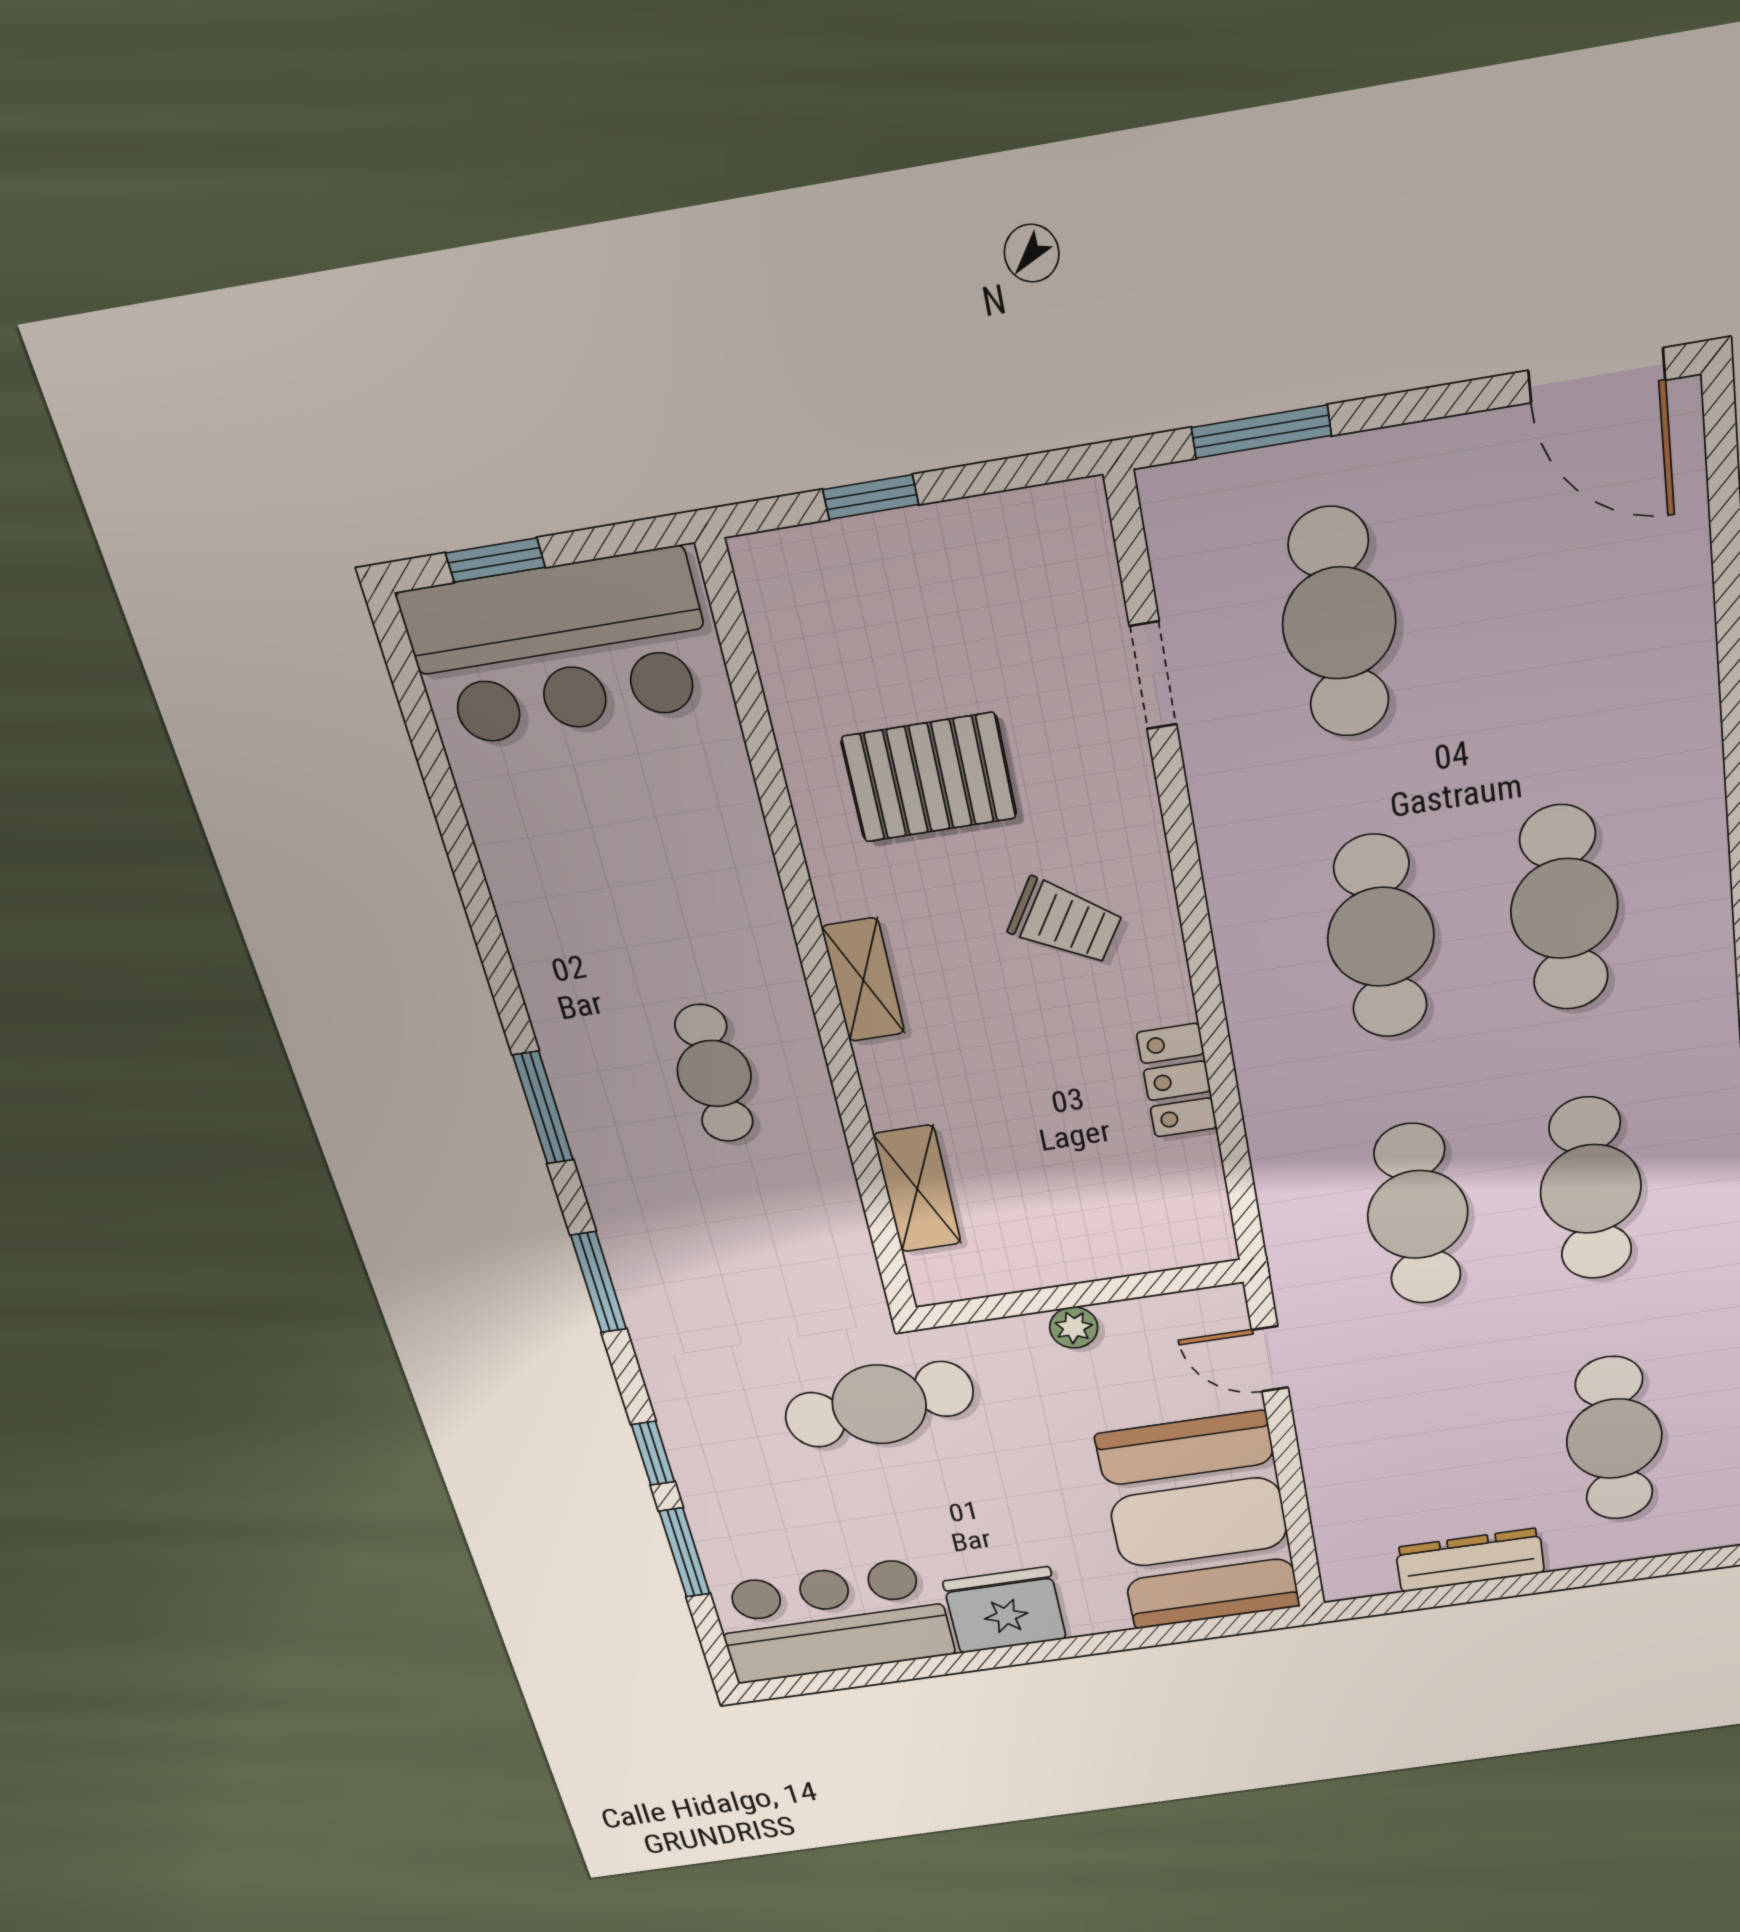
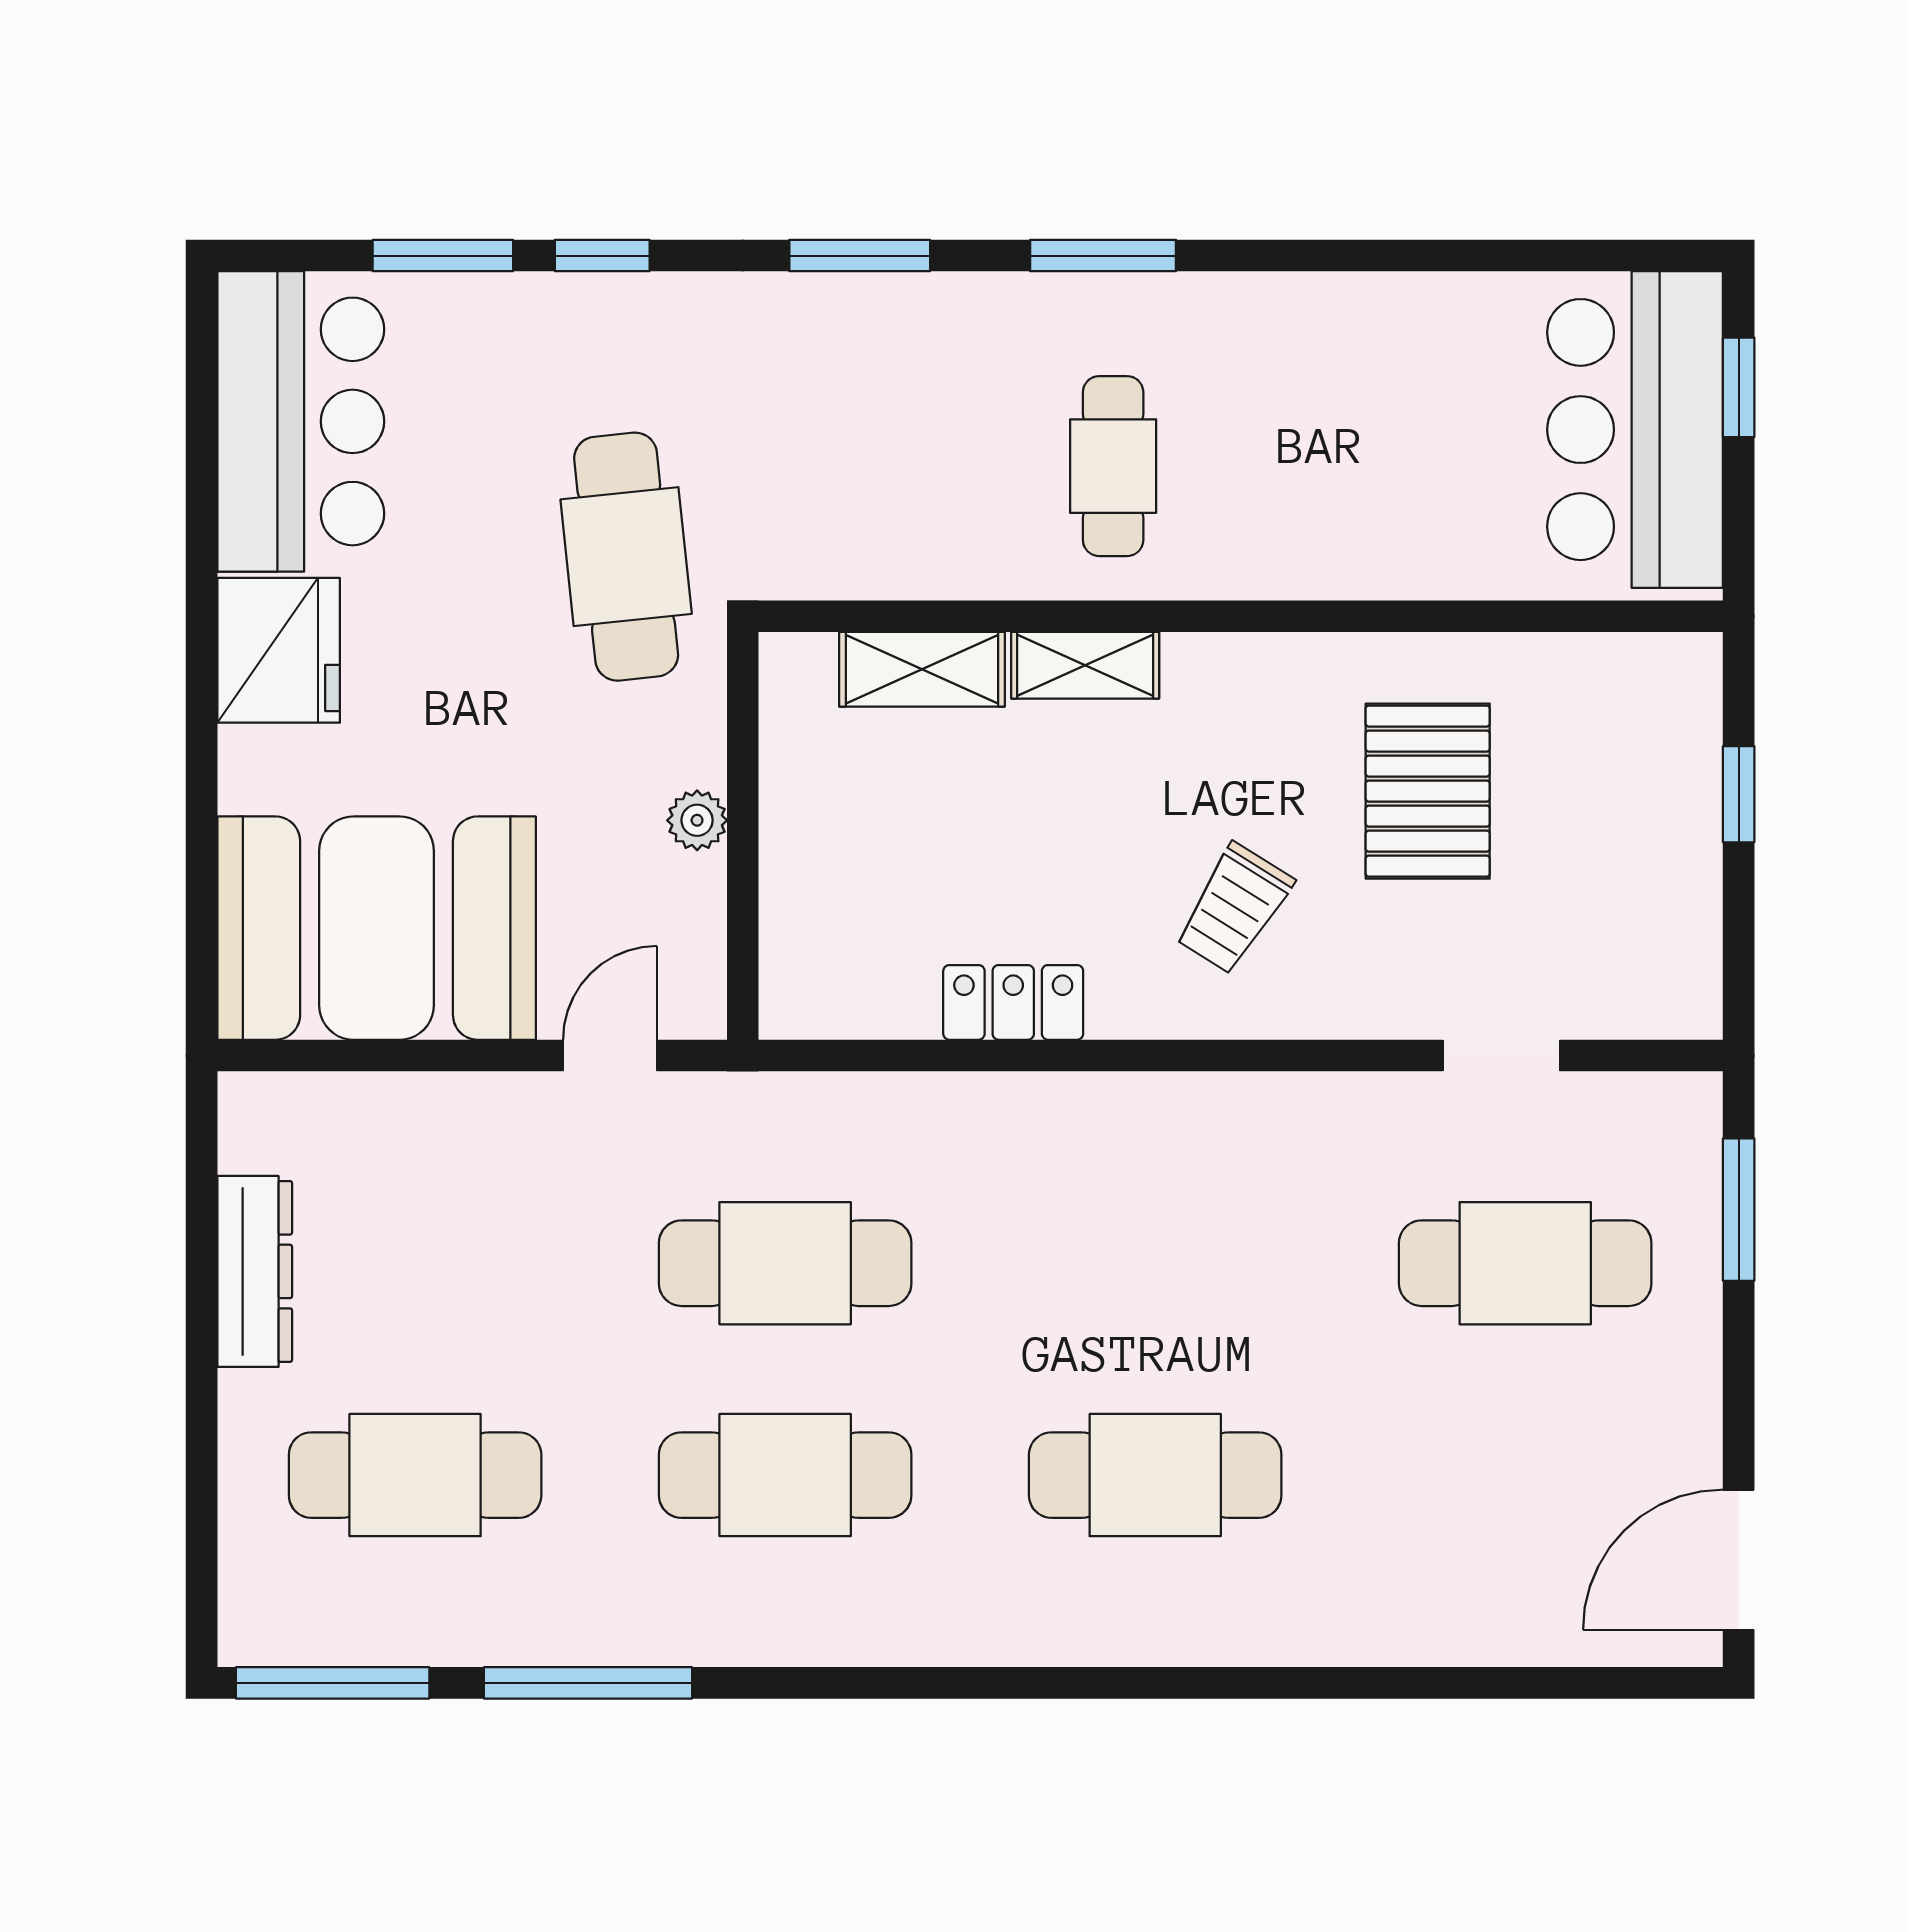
cafe table: (1381, 937) -> (1155, 1263), removed
shelving: (863, 980) -> (1085, 665), moved
cafe table: (714, 1074) -> (1113, 466), turned 90

